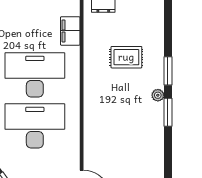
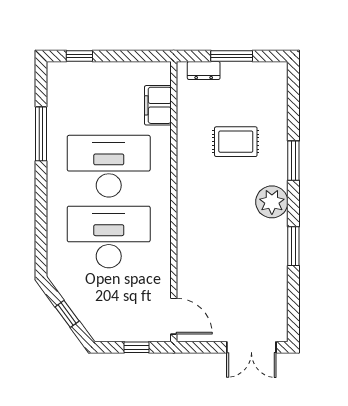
plant: (158, 95) -> (272, 202), width x1.88, depth x1.88
window: (168, 112) -> (293, 246), moved

